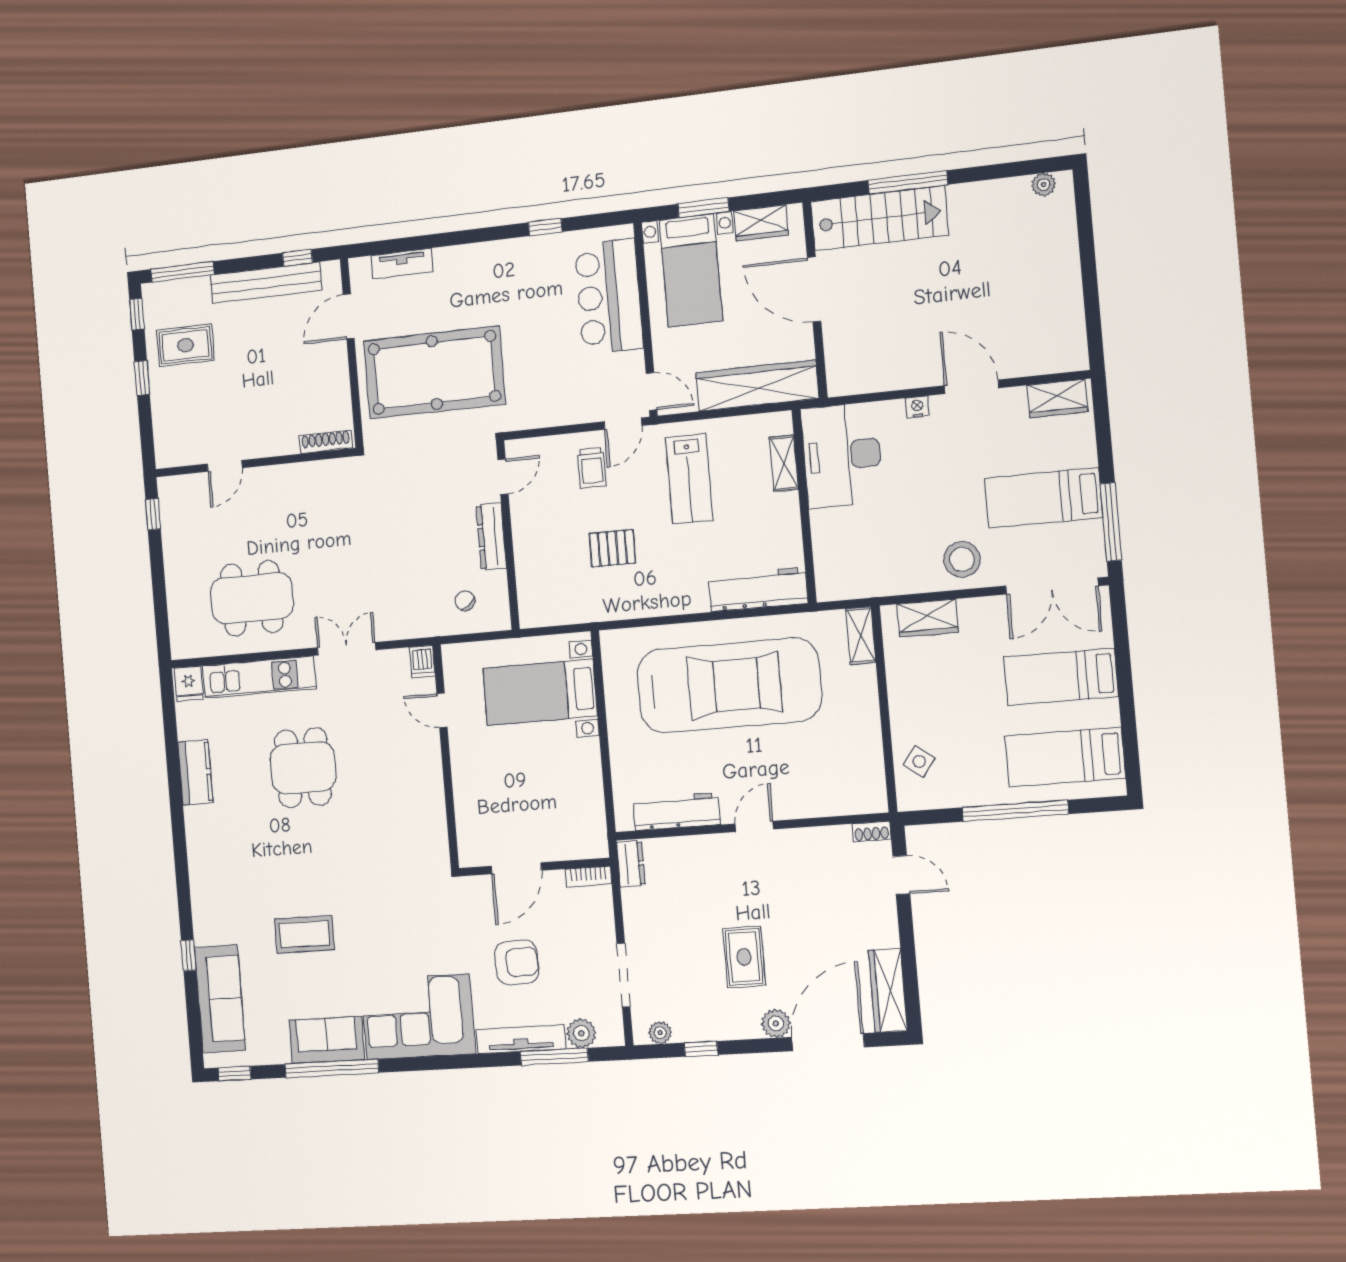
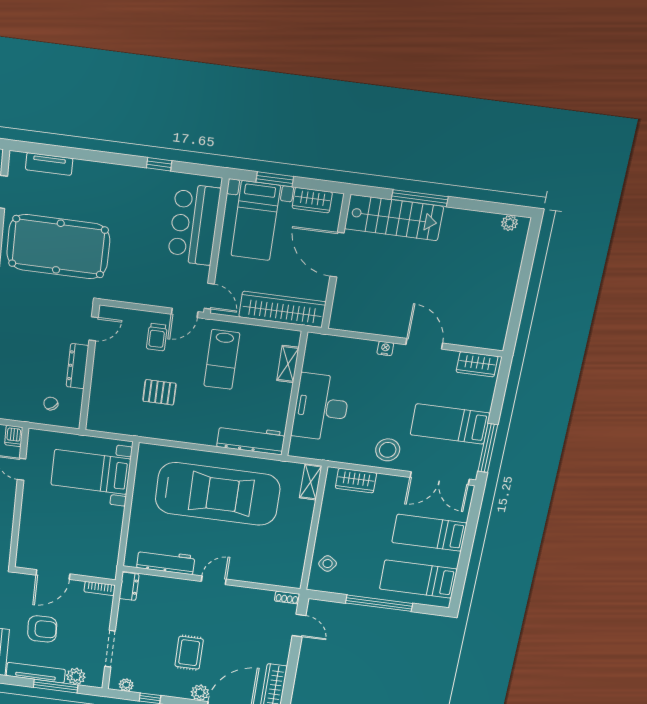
desk: (842, 455) -> (321, 407), moved

